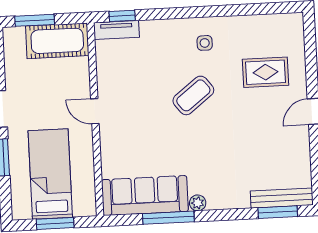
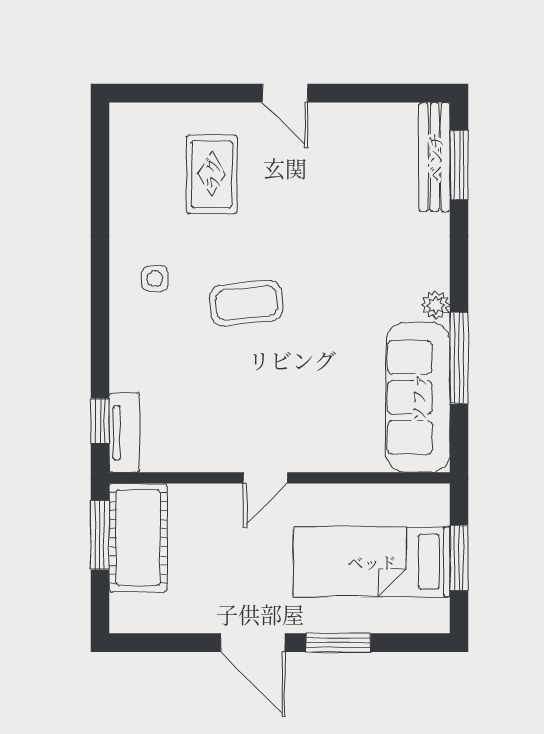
window: (35, 20) -> (100, 535), moved
coffee table: (193, 95) -> (246, 303), turned -58

